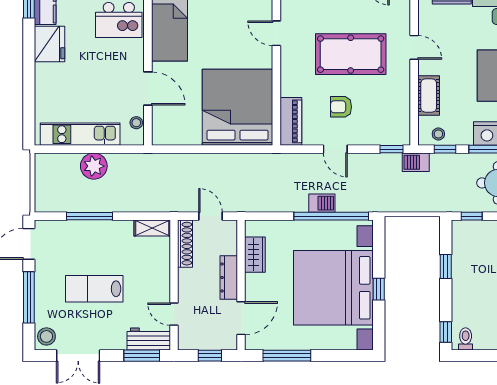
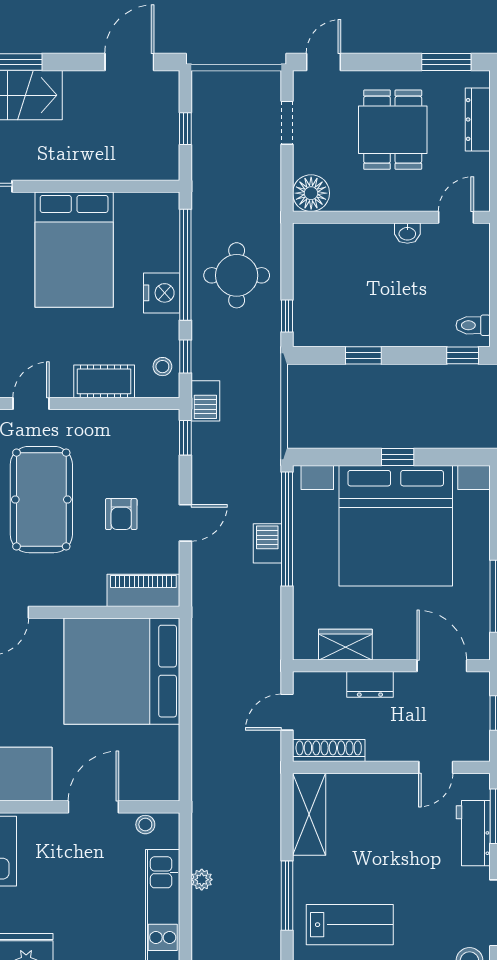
plant: (94, 166) -> (202, 880), width x0.53, depth x0.53
shelving: (152, 228) -> (309, 814), width x1.50, depth x1.33
dresser: (229, 277) -> (370, 684), width x0.70
lab bench: (94, 289) -> (350, 925), moved, turned -90
workbench: (149, 339) -> (473, 833), moved

